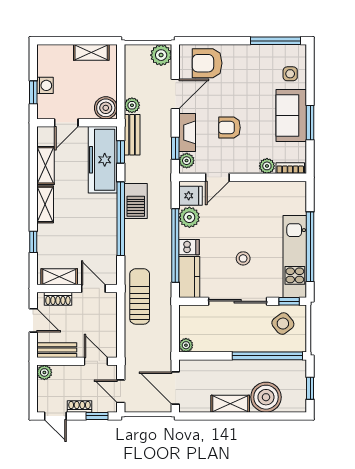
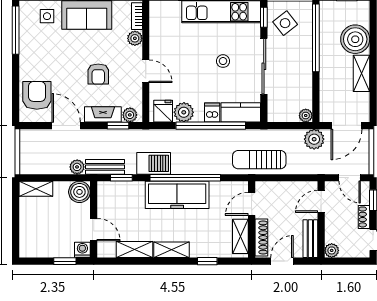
shelving: (91, 52) -> (36, 189), moved, turned 90
plant: (161, 55) -> (314, 139), moved
armchair: (207, 63) -> (37, 95), turned 180
washing machine: (45, 85) -> (82, 250), moved
freezer: (103, 160) -> (177, 195), moved
door: (217, 177) -> (146, 71), moved
barbecue: (136, 201) -> (154, 163), moved
shoe rack: (58, 299) -> (261, 238), width x1.43
door: (121, 391) -> (350, 178), hinge flipped

